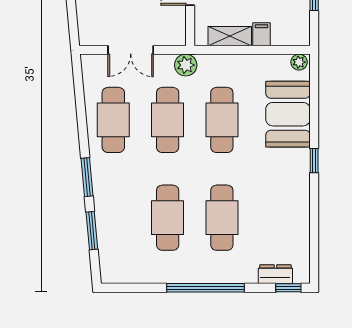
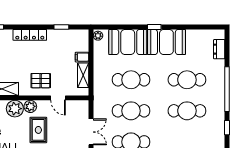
plant: (186, 65) -> (100, 100), removed
booth: (288, 182) -> (166, 42), added
window: (288, 288) -> (227, 128), moved

